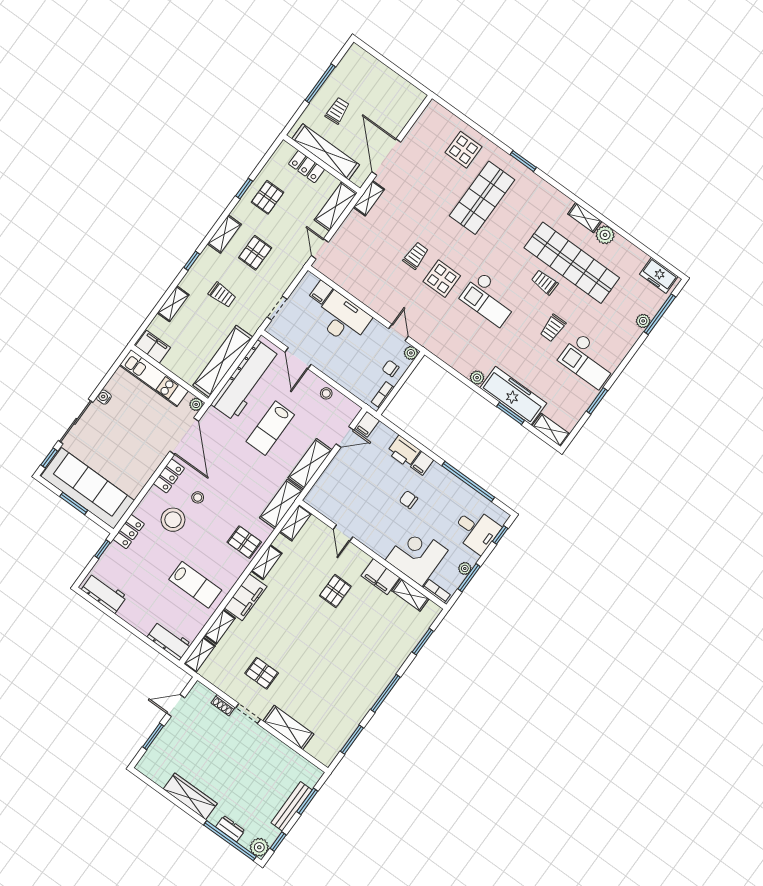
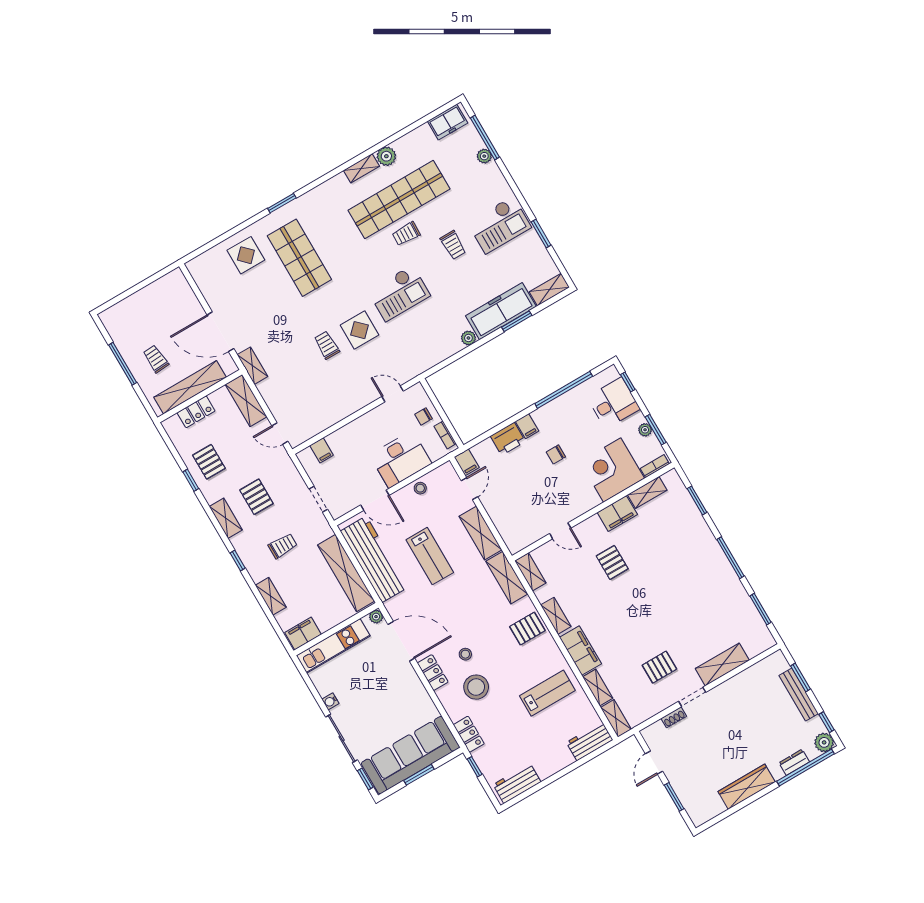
desk: (343, 319) -> (401, 459), moved, turned 180
plant: (411, 353) -> (417, 391), removed

